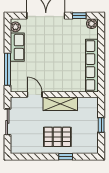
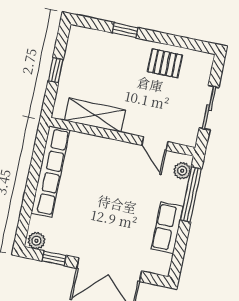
plant: (15, 27) -> (182, 171), moved
shelving: (60, 104) -> (95, 115), moved
pallet: (57, 137) -> (165, 63), moved, width x0.67, depth x0.71

